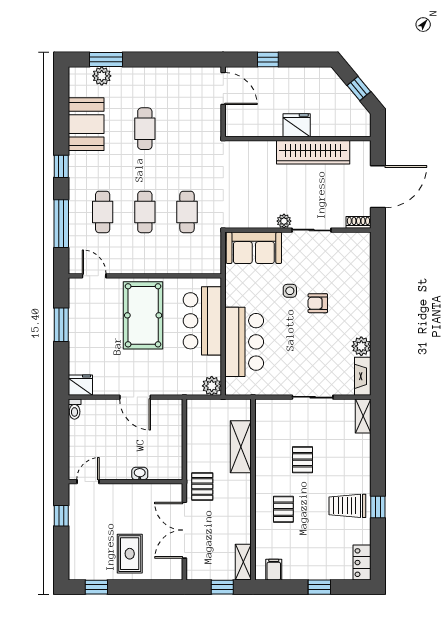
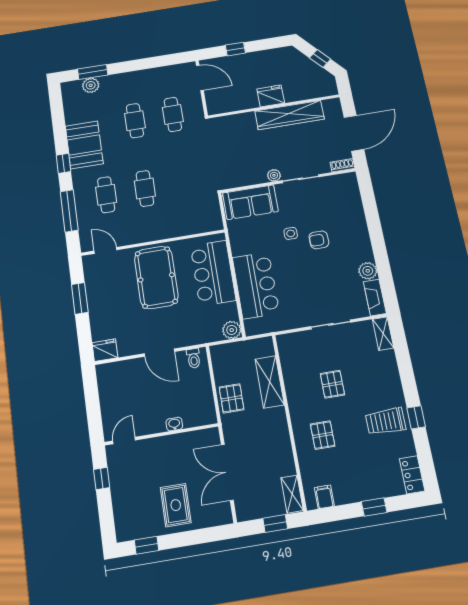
booth: (86, 124) -> (84, 145), moved
cafe table: (187, 212) -> (173, 114), moved
toilet: (75, 409) -> (194, 358), moved
pallet: (202, 486) -> (232, 398), moved

